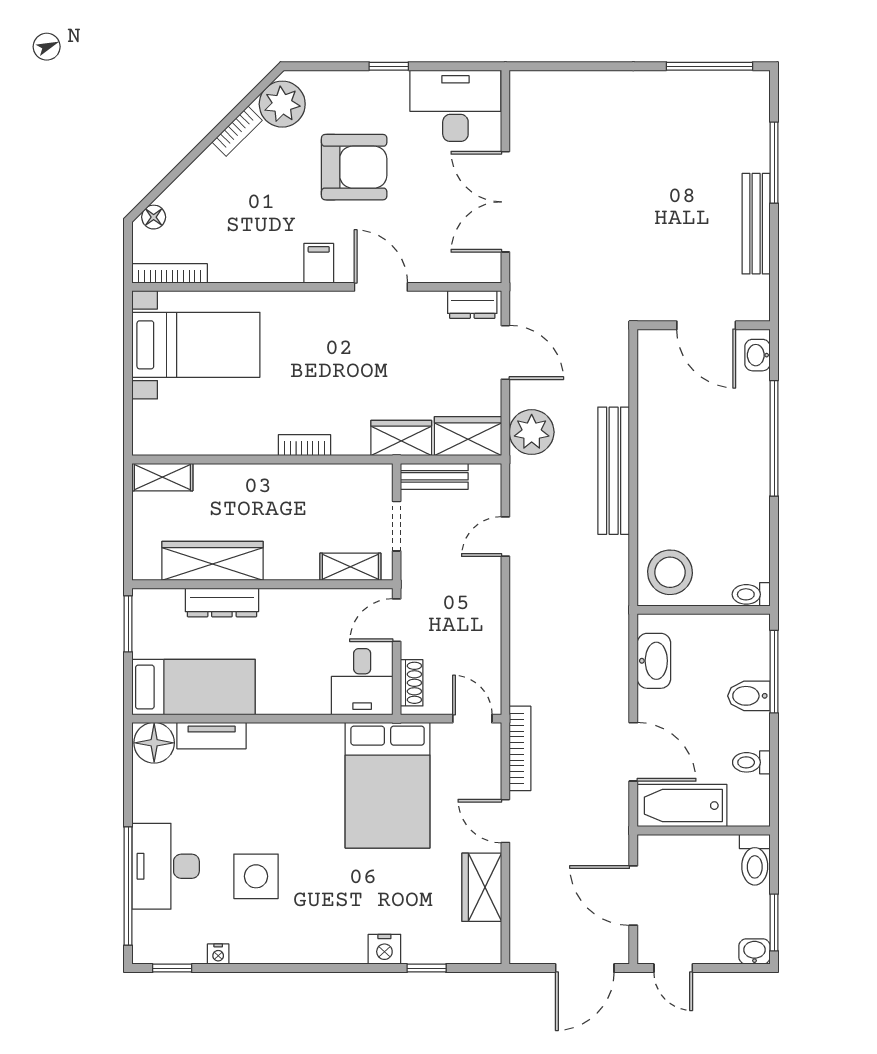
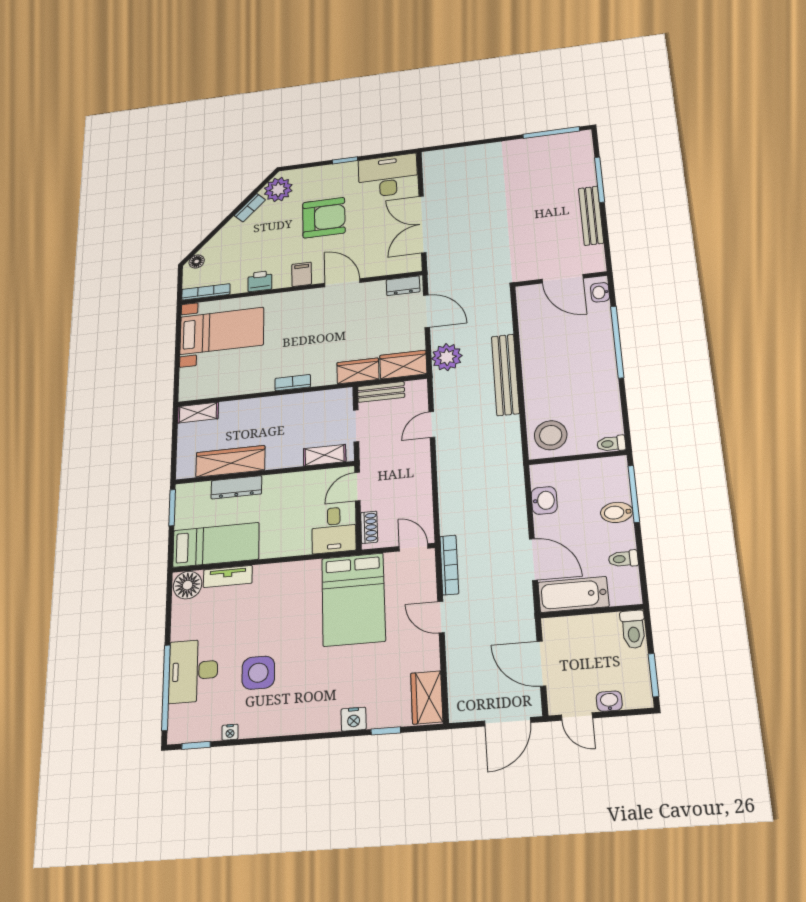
printer: (254, 266) -> (260, 281), added
washbasin: (654, 661) -> (544, 500), width x0.72
wardrobe: (482, 887) -> (427, 697), moved
washbasin: (754, 952) -> (609, 701), moved

